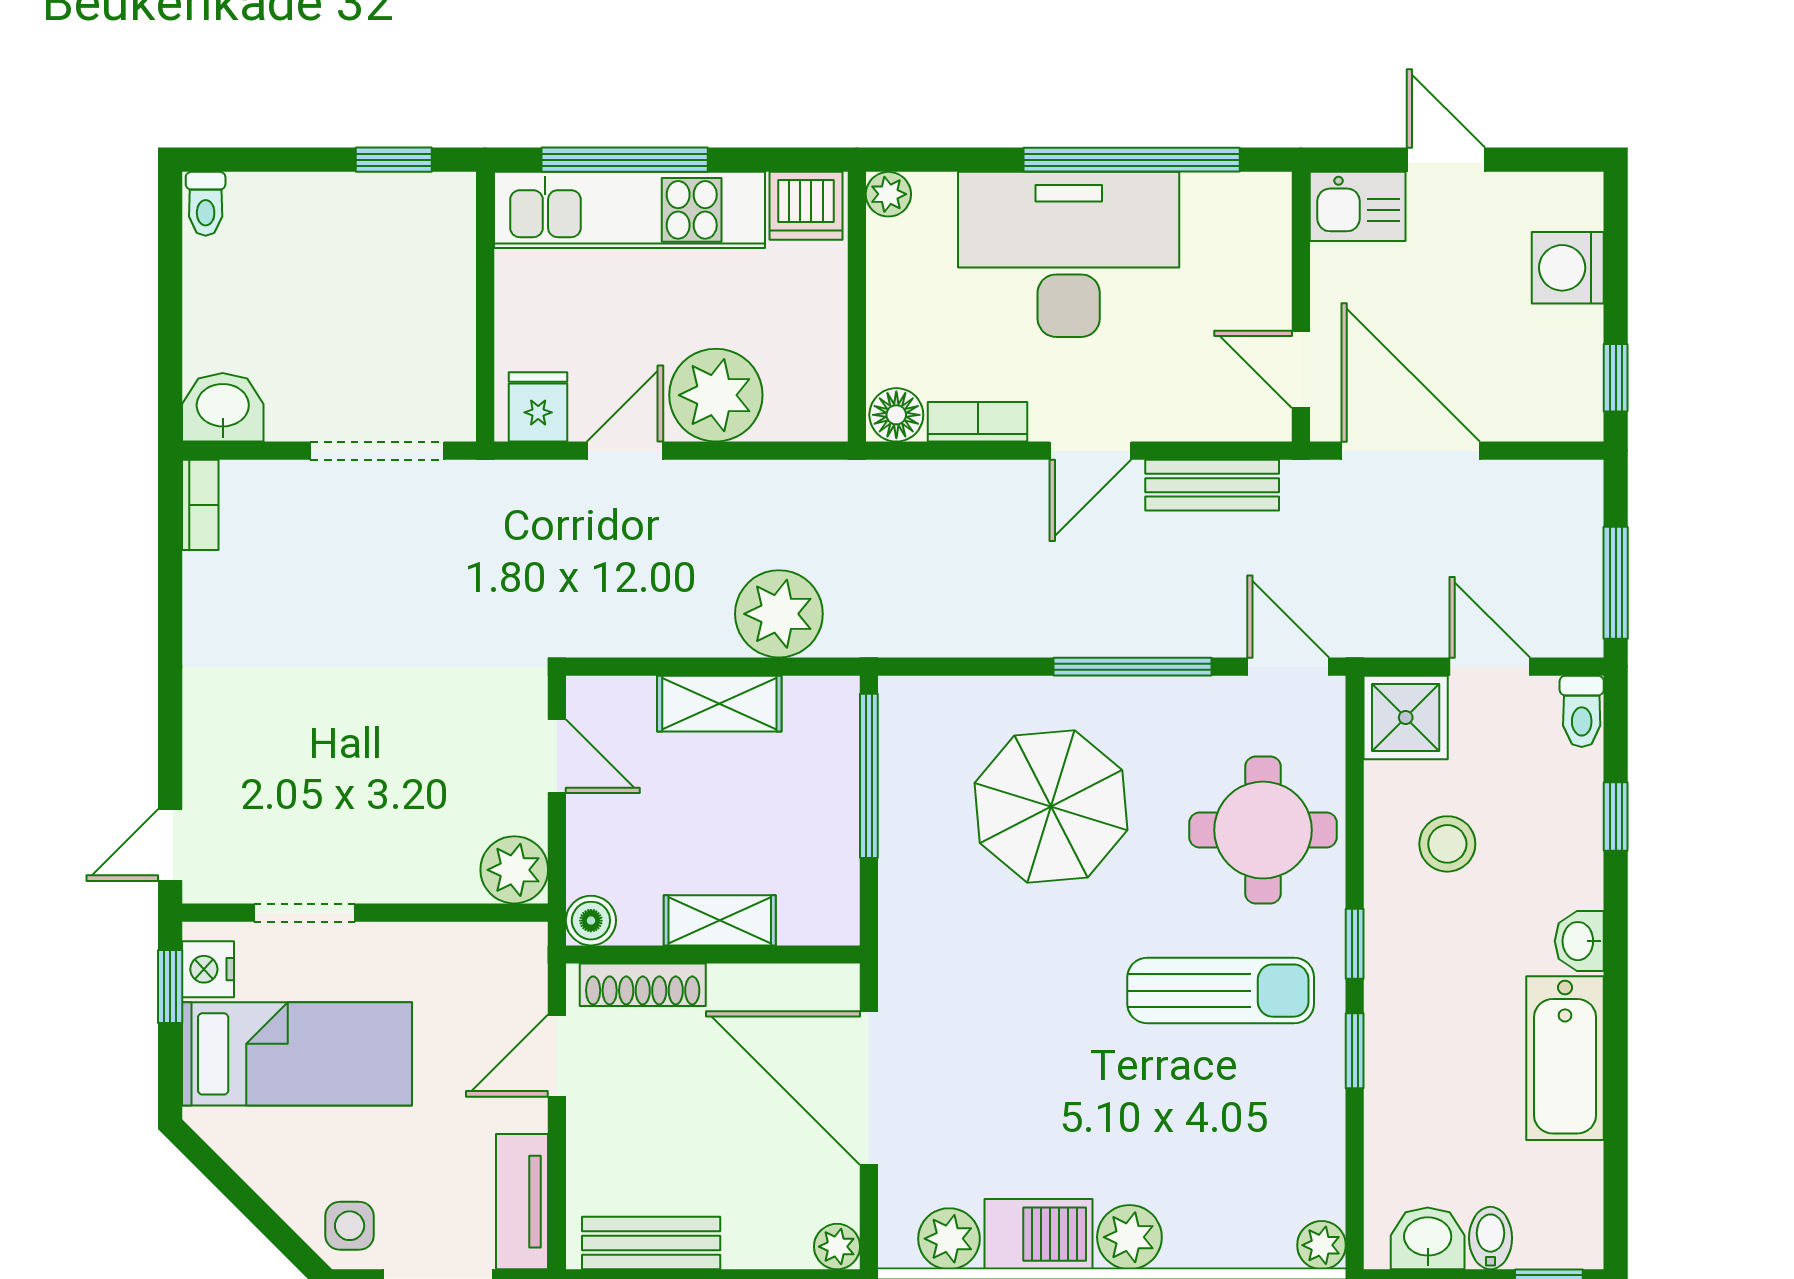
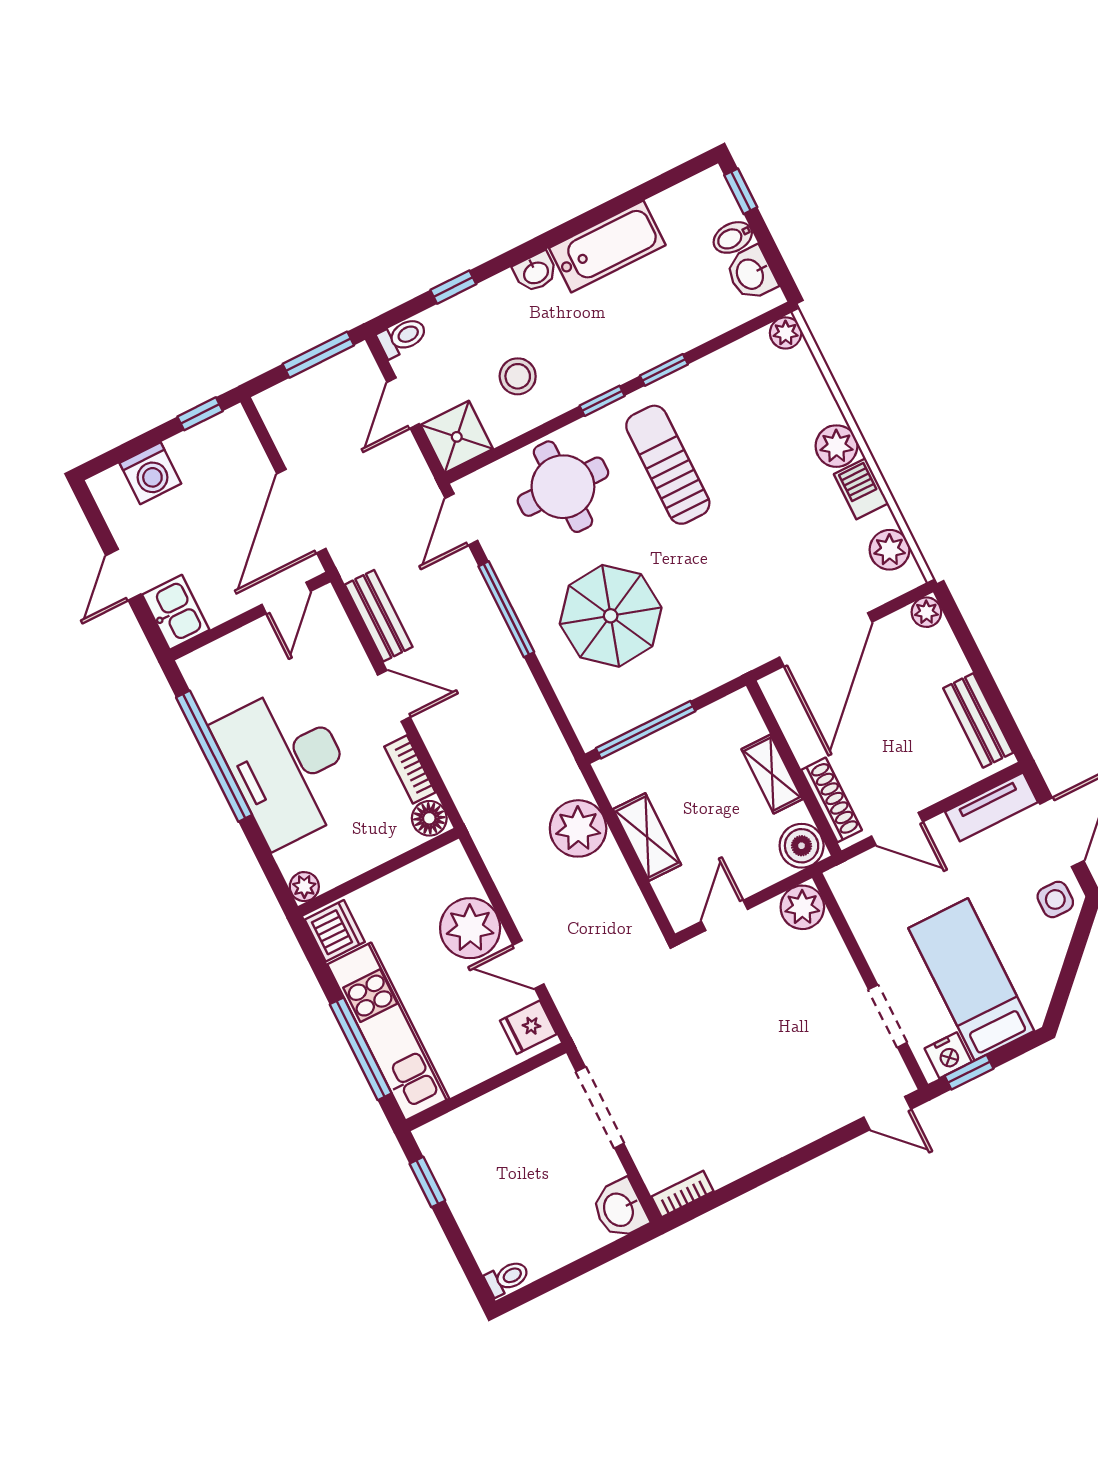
boiler: (591, 921) -> (802, 846), width x1.36, depth x1.36
barbecue: (1038, 1234) -> (861, 489), width x0.73, depth x0.79

